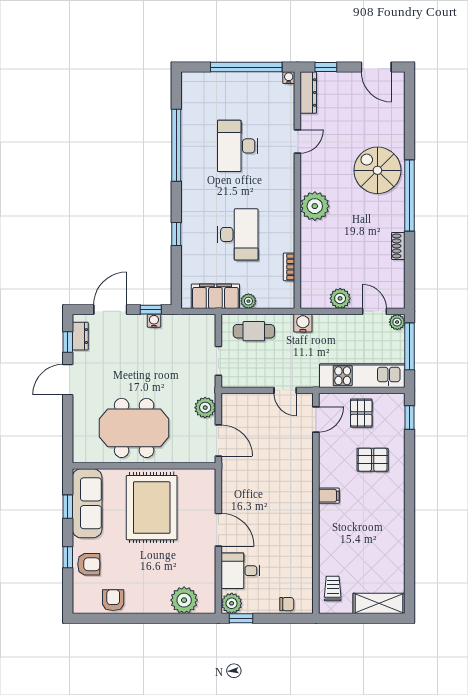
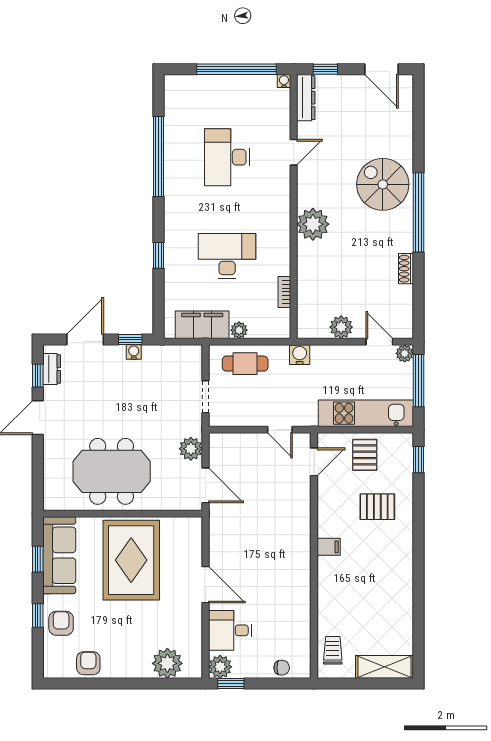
desk: (238, 234) -> (227, 256), turned -90
armchair: (89, 564) -> (61, 623), turned -90

